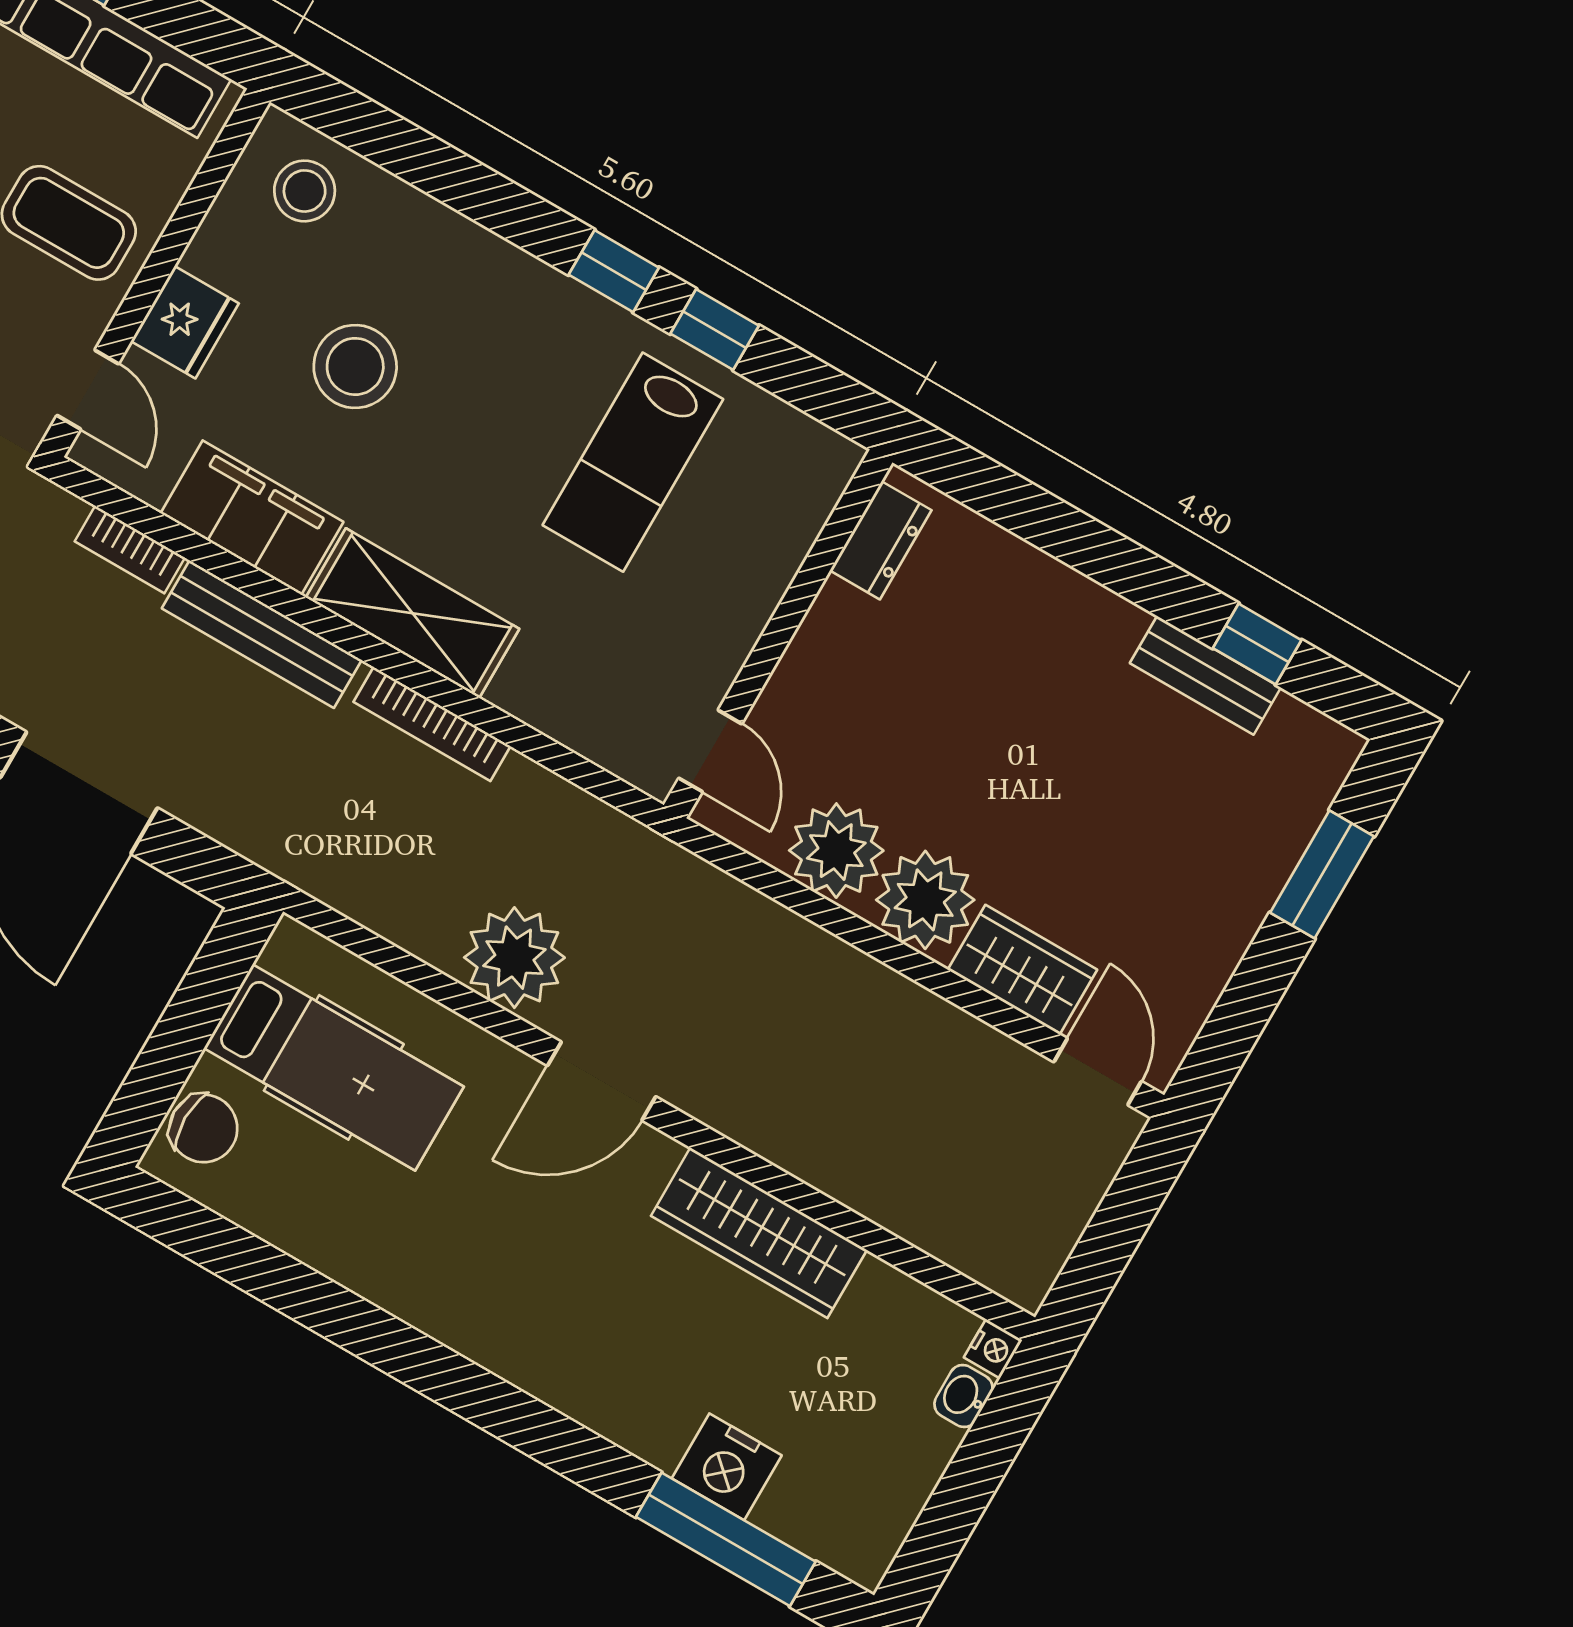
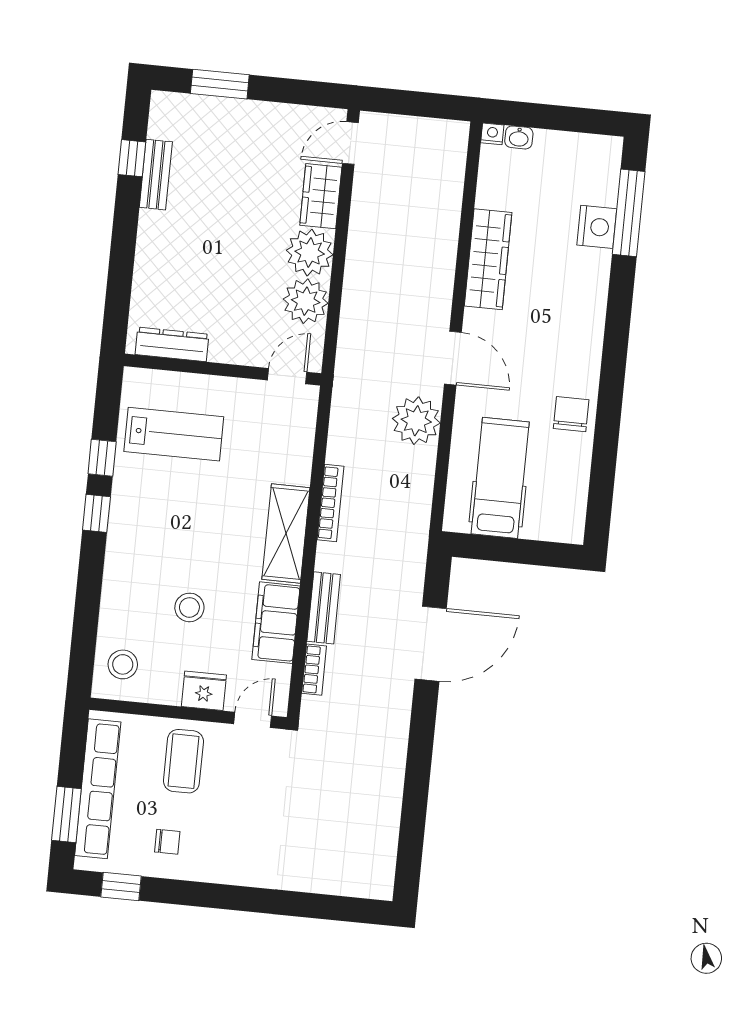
stool: (355, 366) -> (189, 607), width x0.73, depth x0.73
lab bench: (633, 462) -> (174, 434), moved
dresser: (881, 540) -> (172, 344), width x1.44
bench: (262, 634) -> (324, 608), width x0.73
chair: (203, 1128) -> (571, 414), moved

